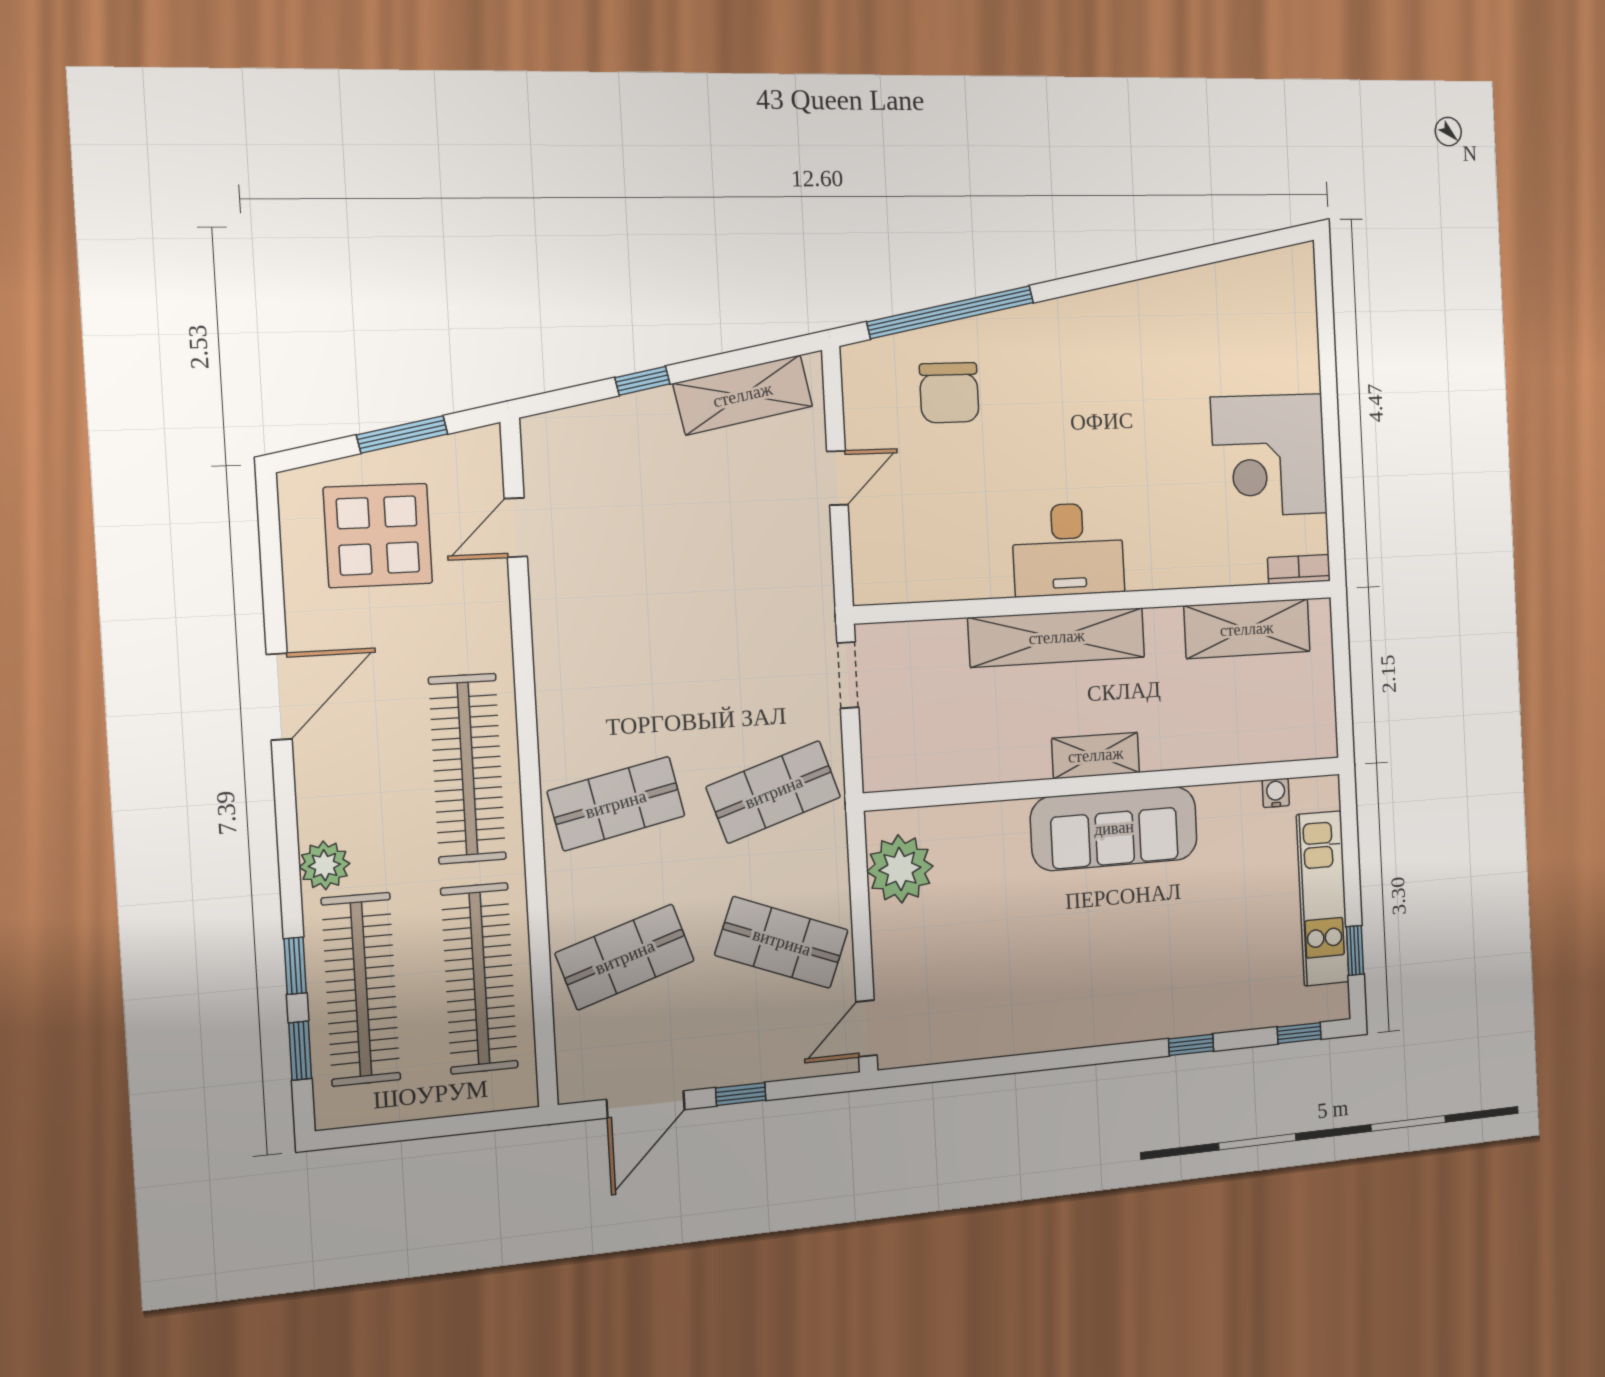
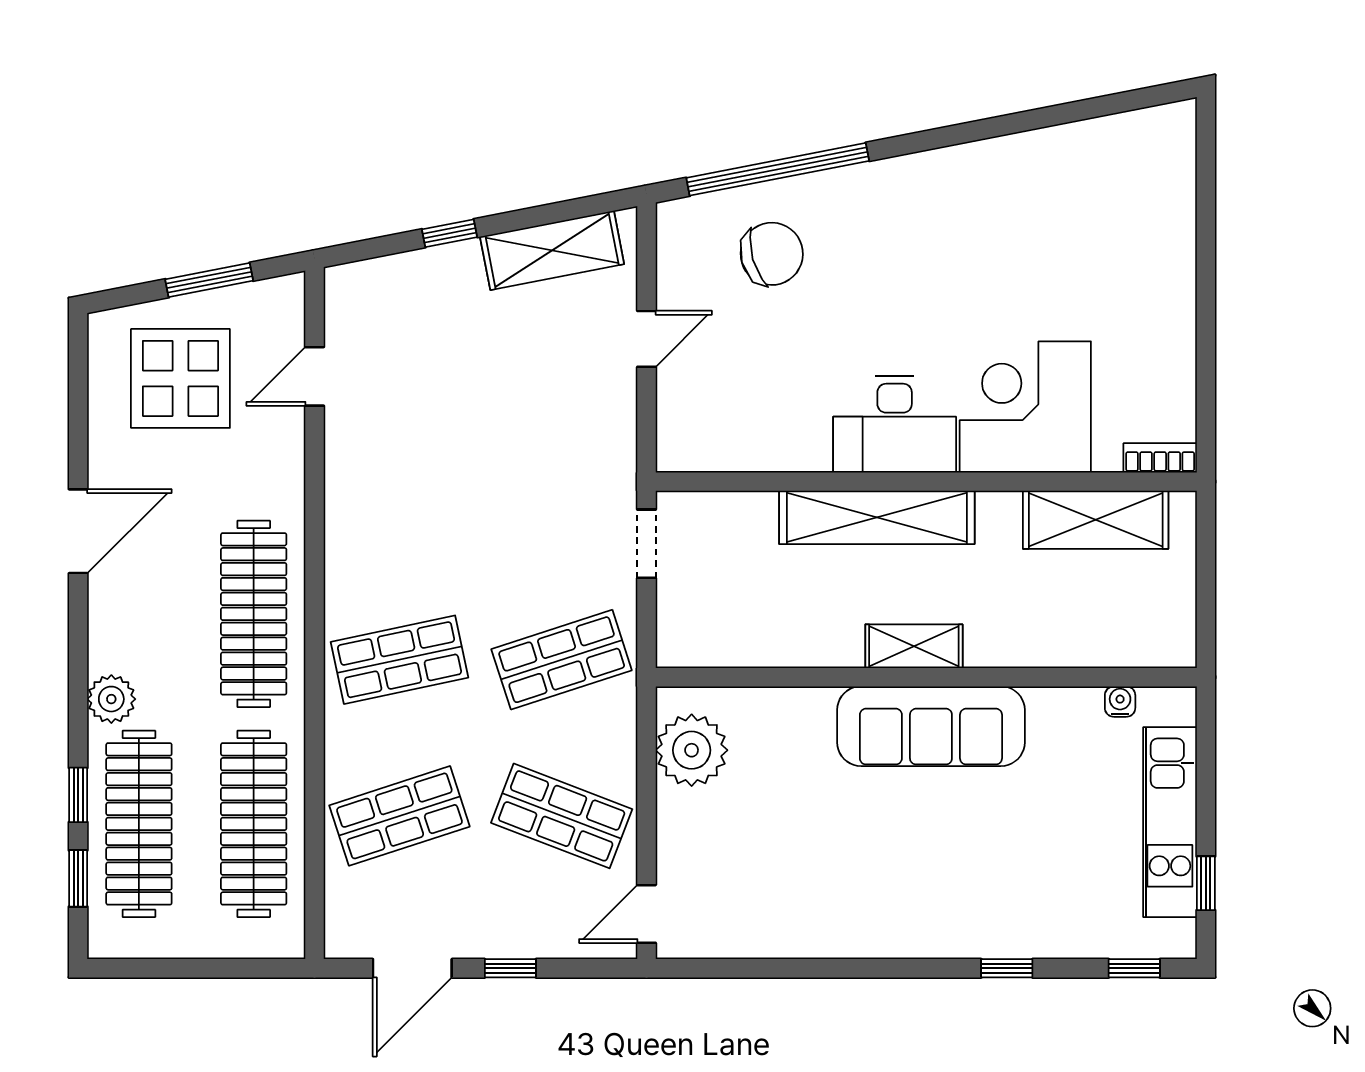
chair: (949, 393) -> (772, 254), turned -106
corner desk: (1269, 455) -> (1025, 407), moved, turned 90

